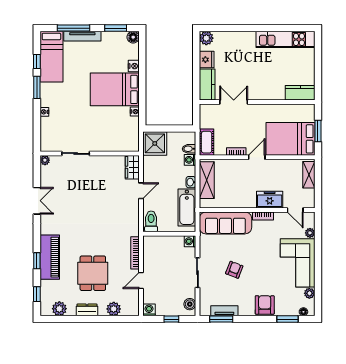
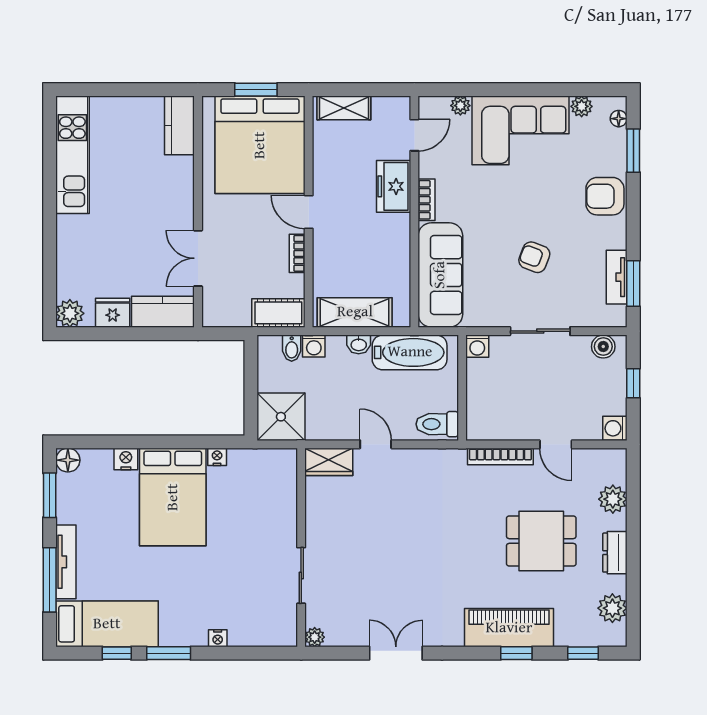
bed: (290, 139) -> (260, 145), width x1.36

